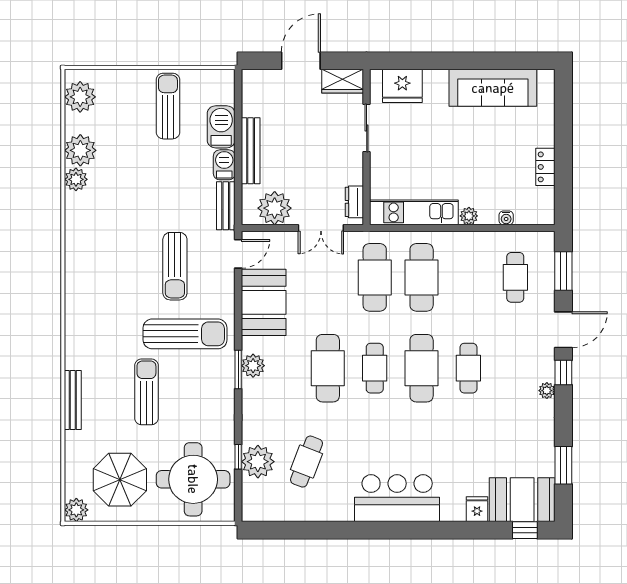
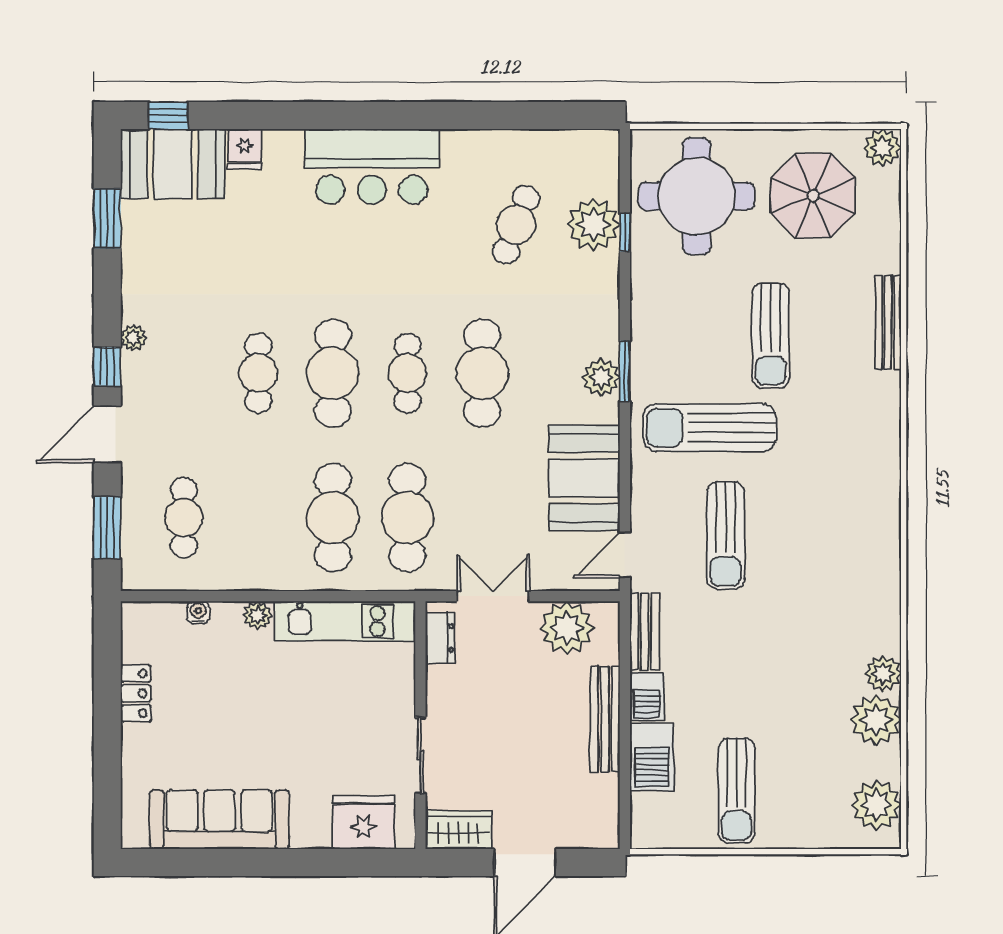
sun lounger: (175, 266) -> (725, 535), turned 180

